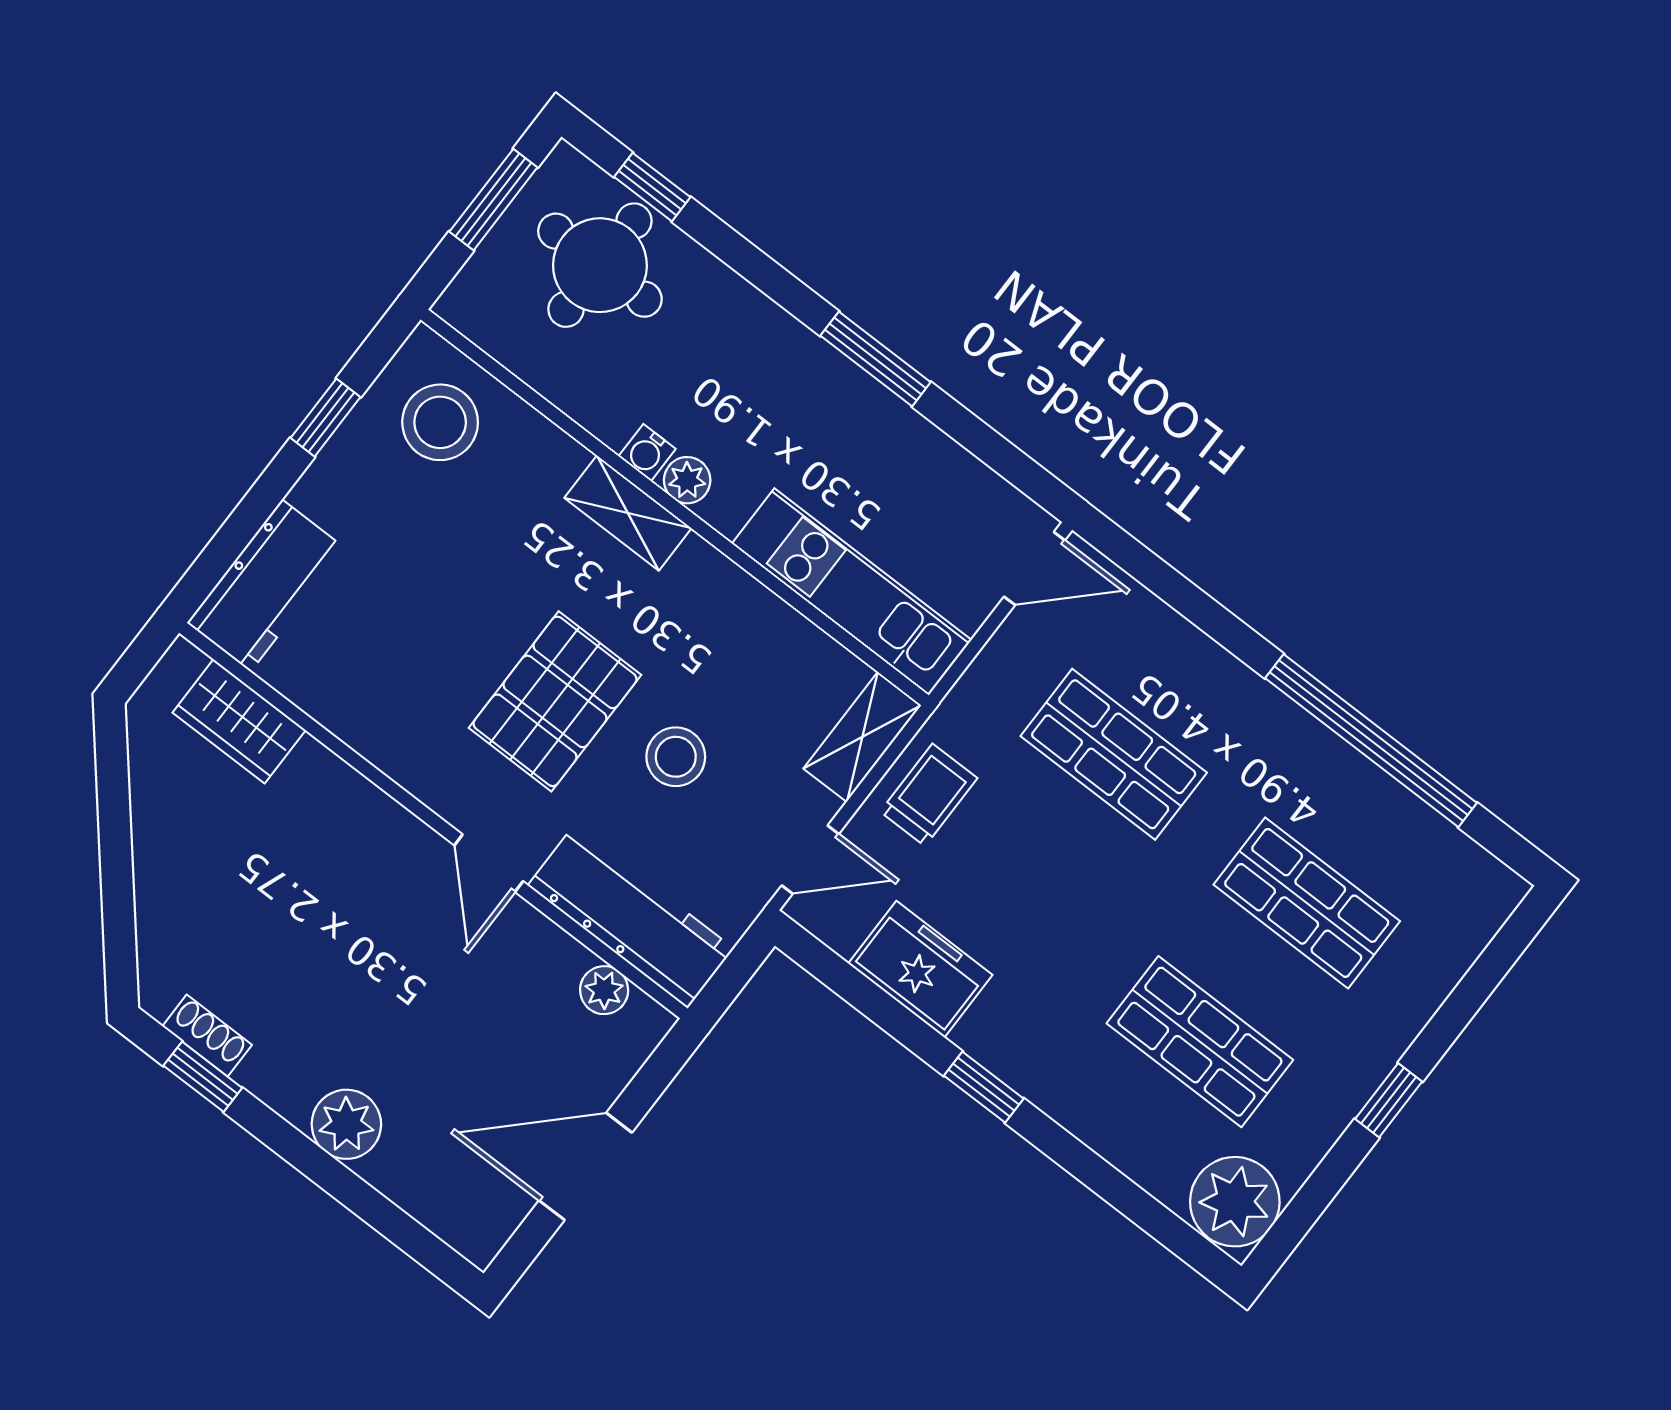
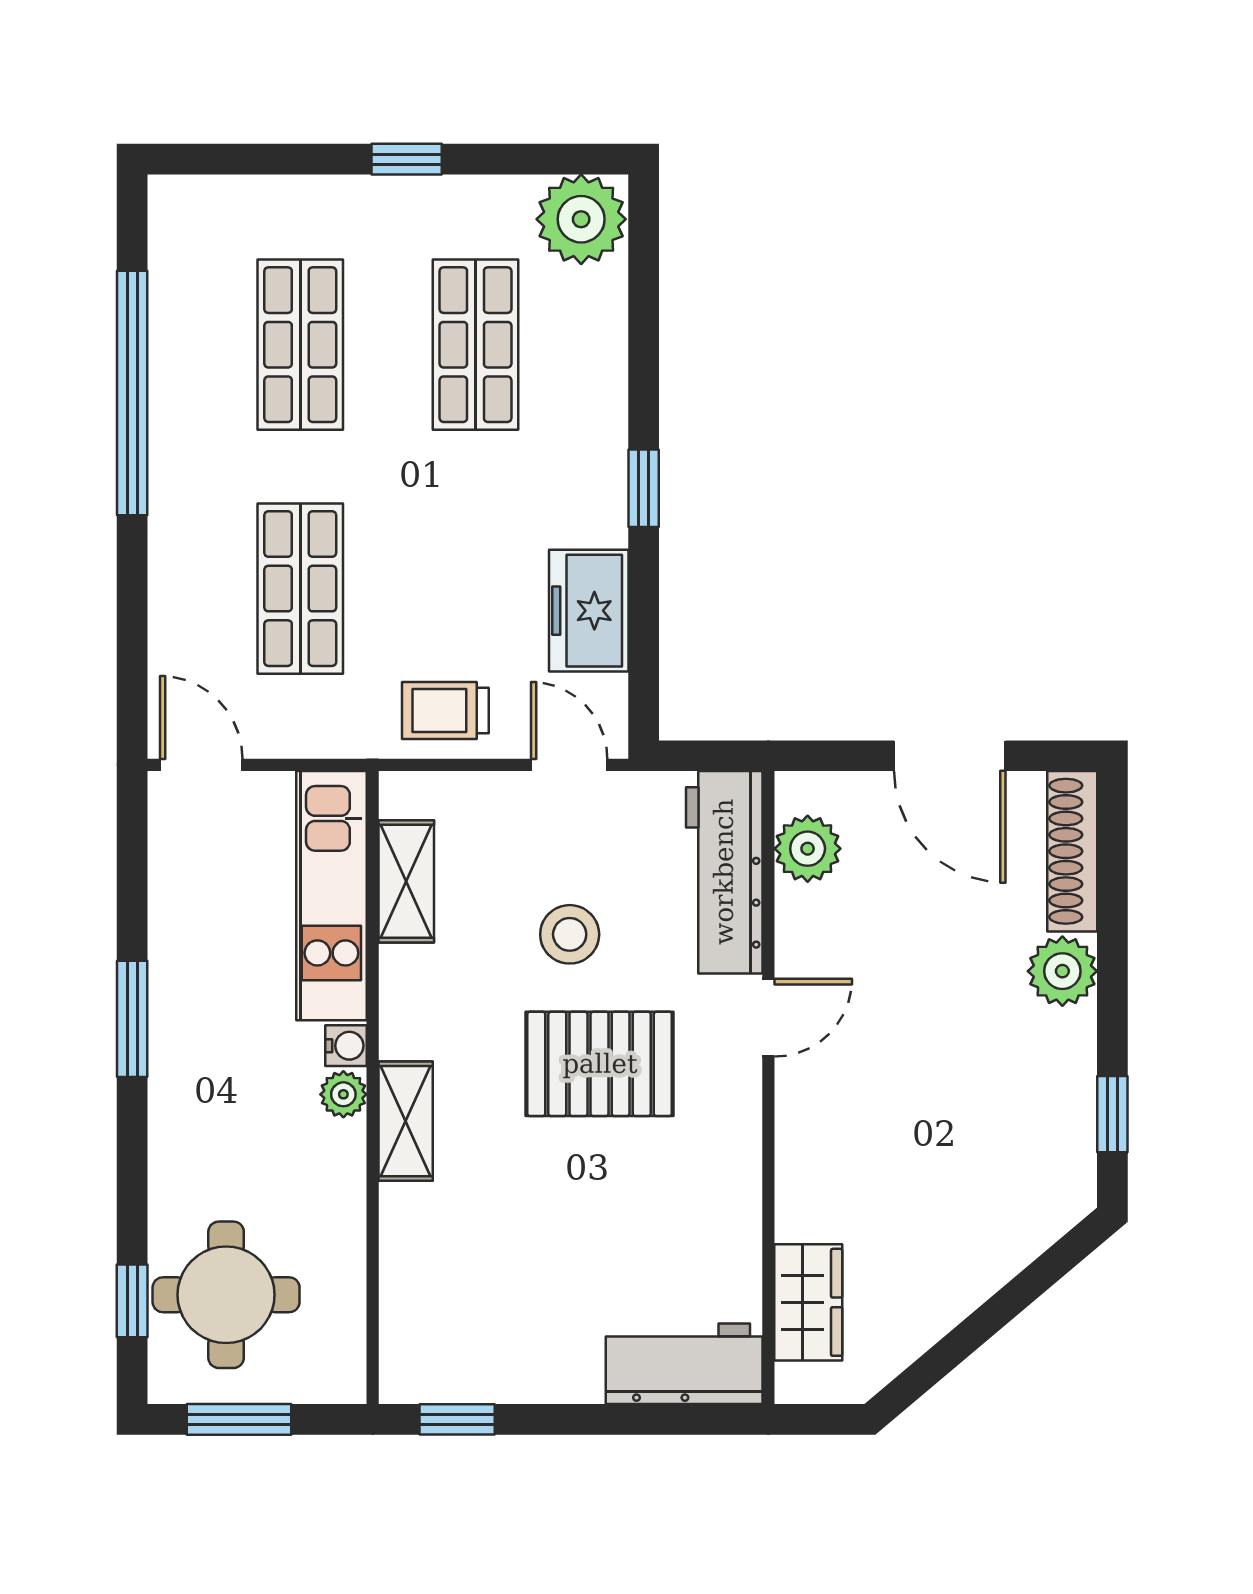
window: (326, 418) -> (457, 1419), moved
stool: (440, 422) -> (448, 1326), removed
water cooler: (647, 453) -> (346, 1046), moved
shelving: (862, 737) -> (406, 881), moved, turned 90
plant: (604, 990) -> (808, 849), width x1.38, depth x1.38
shoe rack: (207, 1036) -> (1072, 851), moved, width x1.94, depth x1.24

